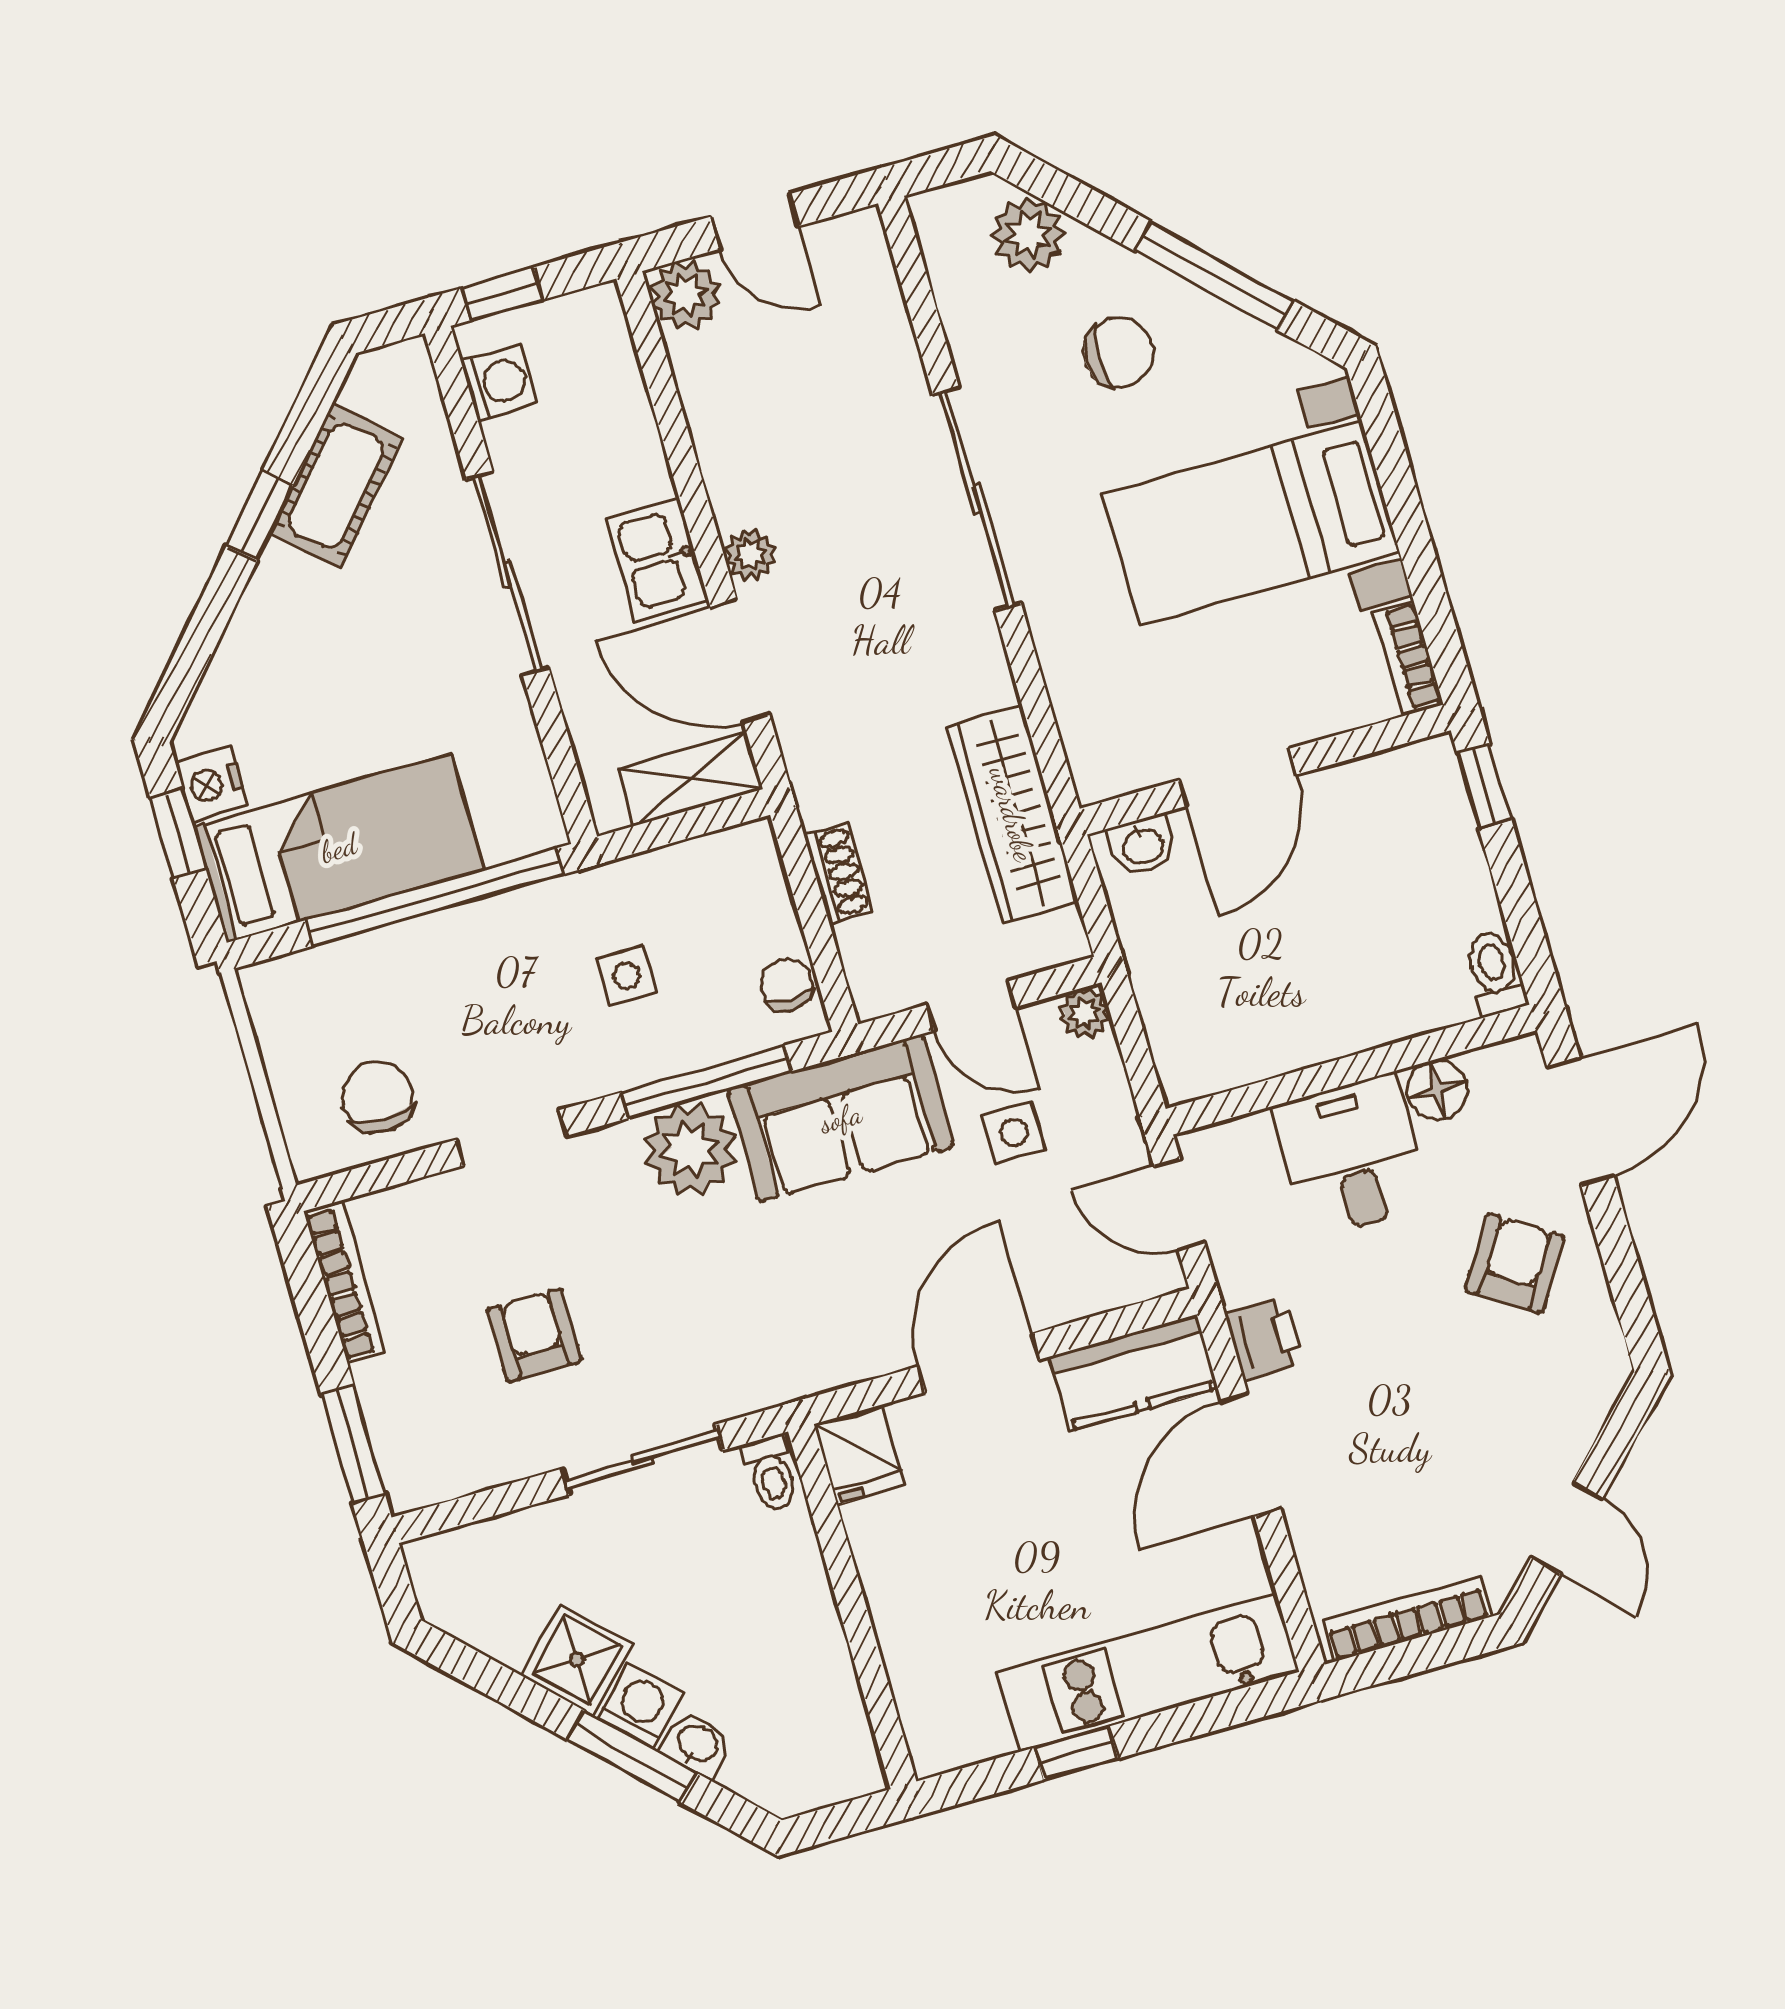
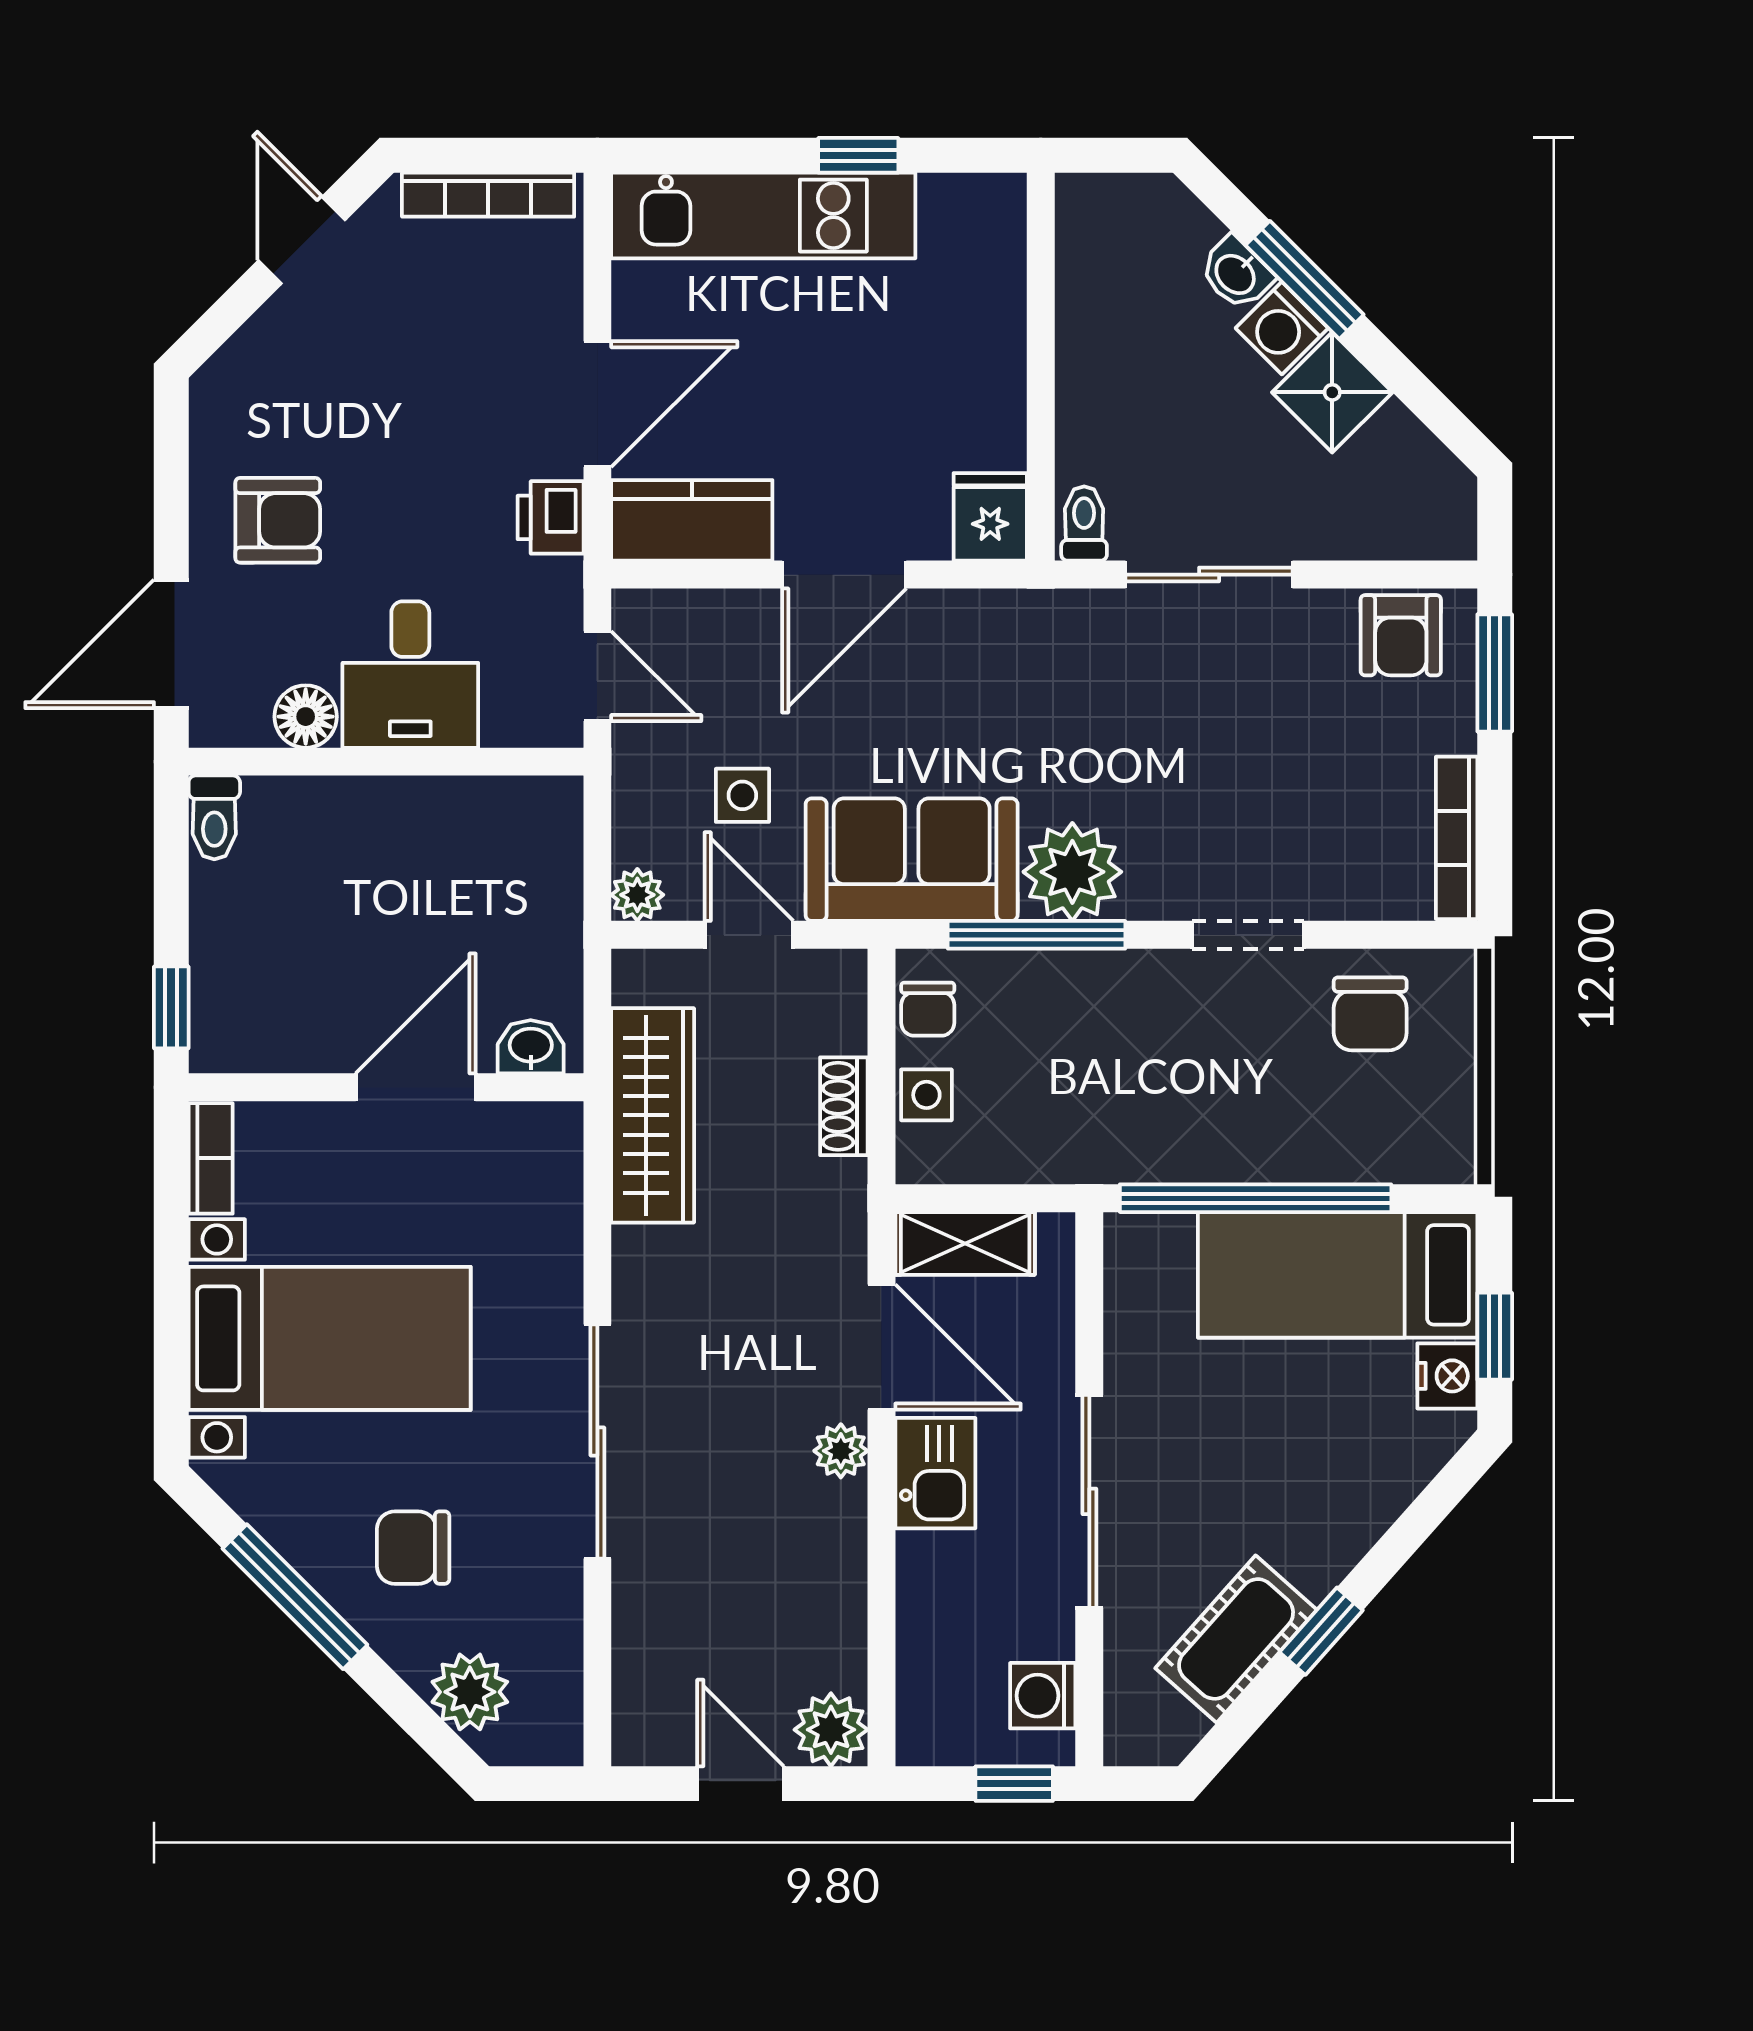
side table: (627, 976) -> (926, 1095), moved
armchair: (1515, 1263) -> (278, 520), turned -123
armchair: (534, 1335) -> (1401, 635), moved

